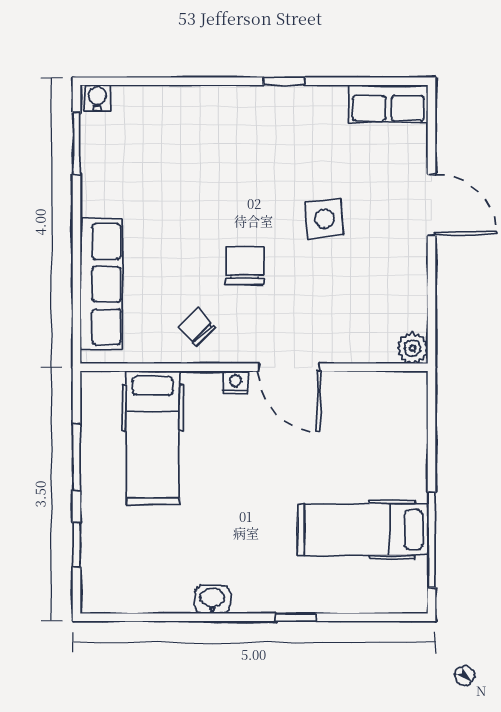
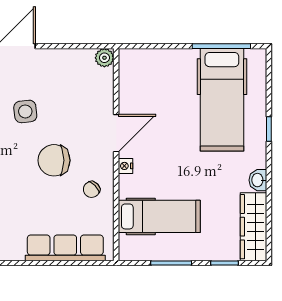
chair: (245, 266) -> (54, 160), width x1.37, depth x1.37
hospital bed: (363, 530) -> (222, 100), width x1.37, depth x1.29
wardrobe: (136, 592) -> (253, 227), added

